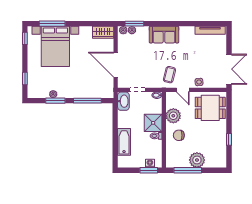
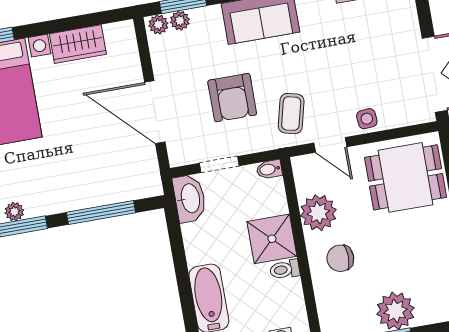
wardrobe: (103, 32) -> (78, 44), moved
armchair: (147, 64) -> (232, 98), added

